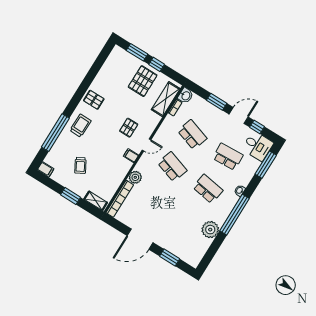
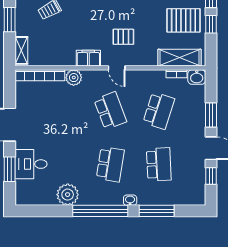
desk: (258, 146) -> (31, 164), moved, turned 90
filing cabinet: (131, 156) -> (88, 58), width x2.00
window: (266, 165) -> (157, 211), moved
school desk: (172, 167) -> (110, 111), turned -39

